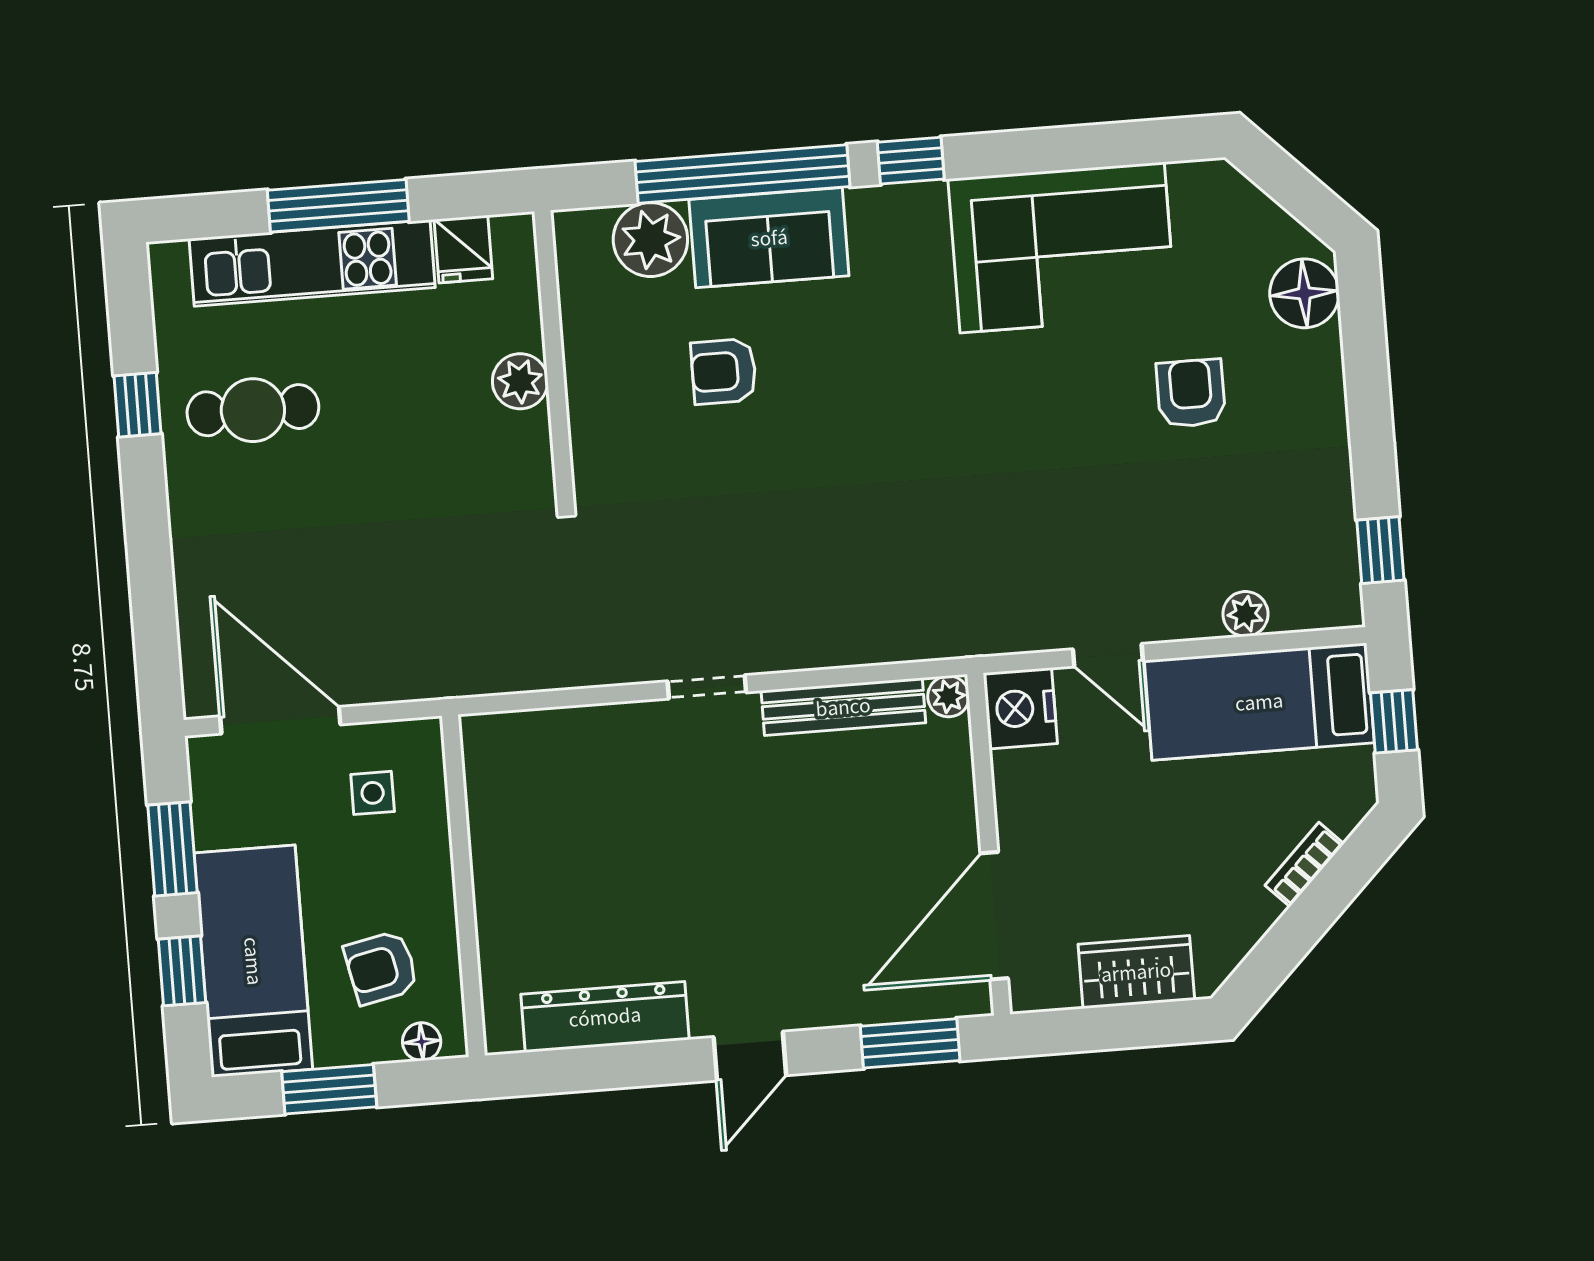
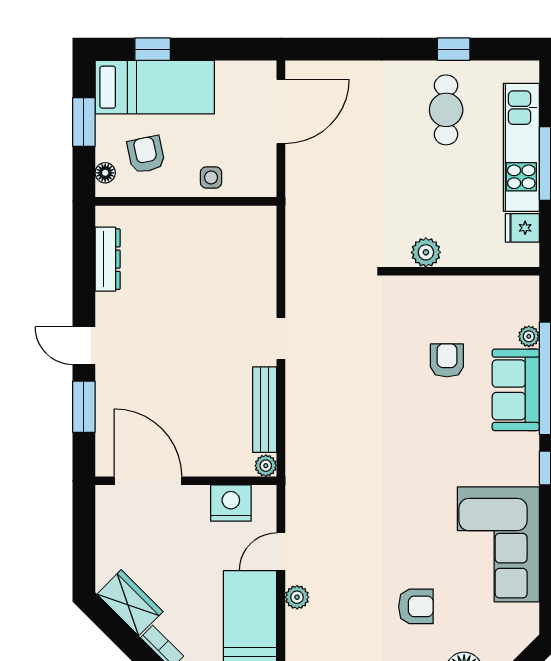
plant: (650, 240) -> (529, 336), width x0.53, depth x0.53
plant: (520, 381) -> (426, 252), moved
plant: (1245, 614) -> (297, 597), moved
nightstand: (1020, 708) -> (231, 503), moved
side table: (373, 793) -> (211, 177), moved
window: (172, 849) -> (217, 49), removed
wardrobe: (1136, 972) -> (130, 603), moved, turned -45
dresser: (605, 1017) -> (108, 259), width x0.73, depth x0.80
window: (910, 1043) -> (84, 407), moved

